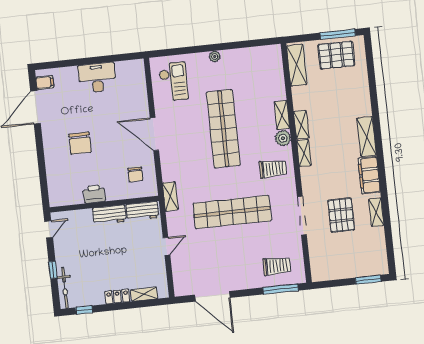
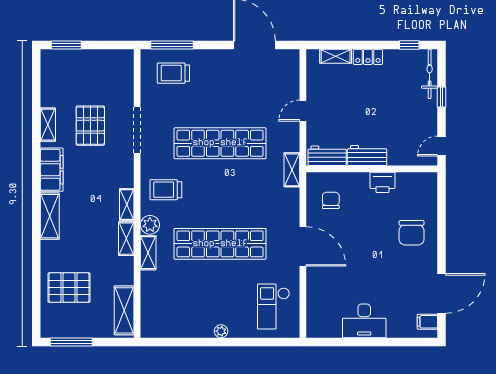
pallet: (336, 55) -> (69, 288), moved
shop shelf: (223, 129) -> (220, 244), turned 90
chair: (80, 143) -> (412, 233), moved, turned 180

